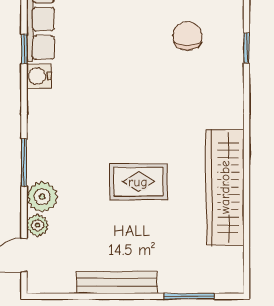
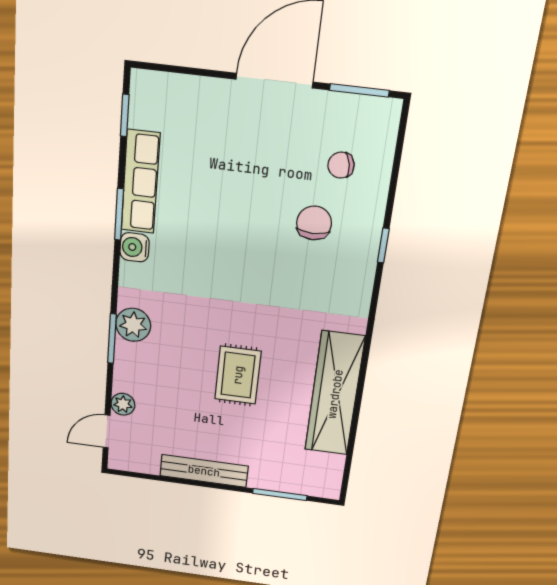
window: (24, 49) -> (119, 214), width x1.50
rug: (138, 182) -> (238, 375), turned 90
plant: (42, 197) -> (133, 325), moved

